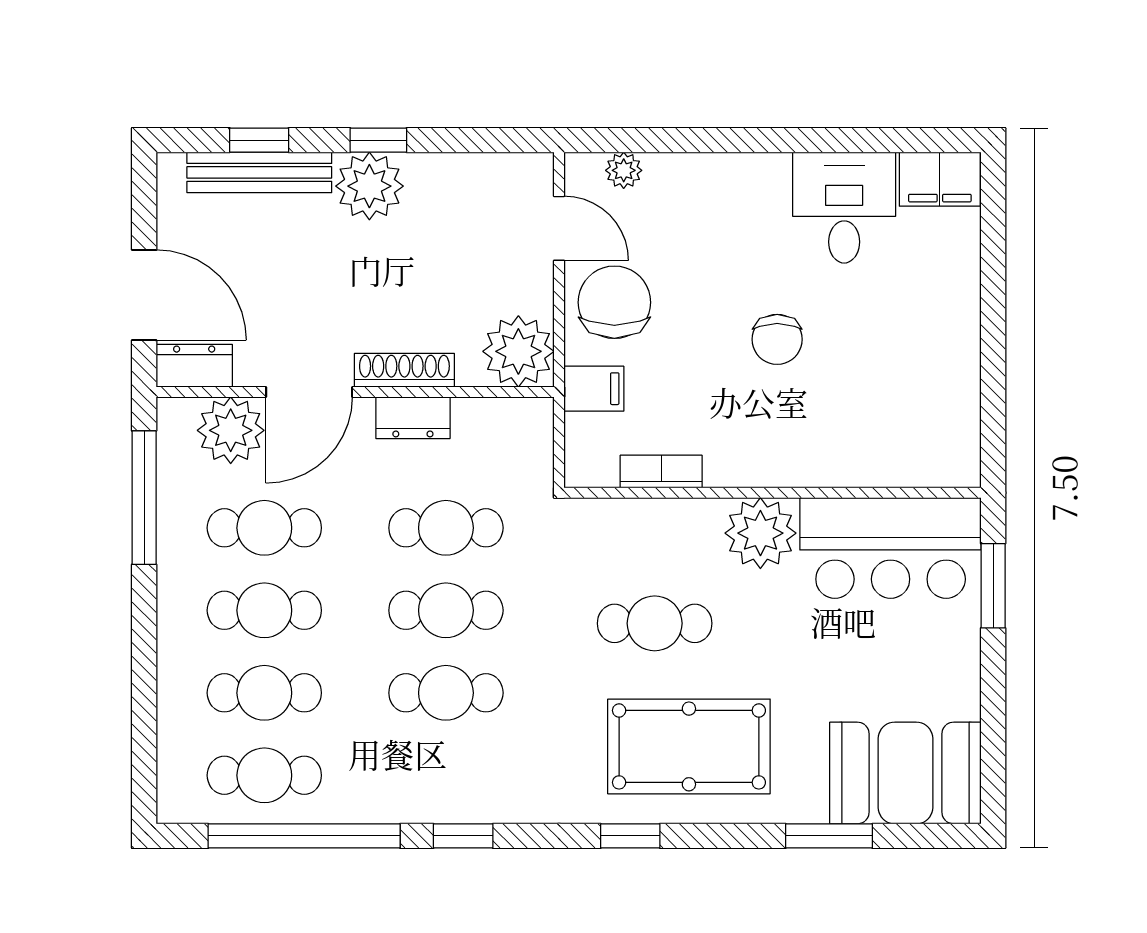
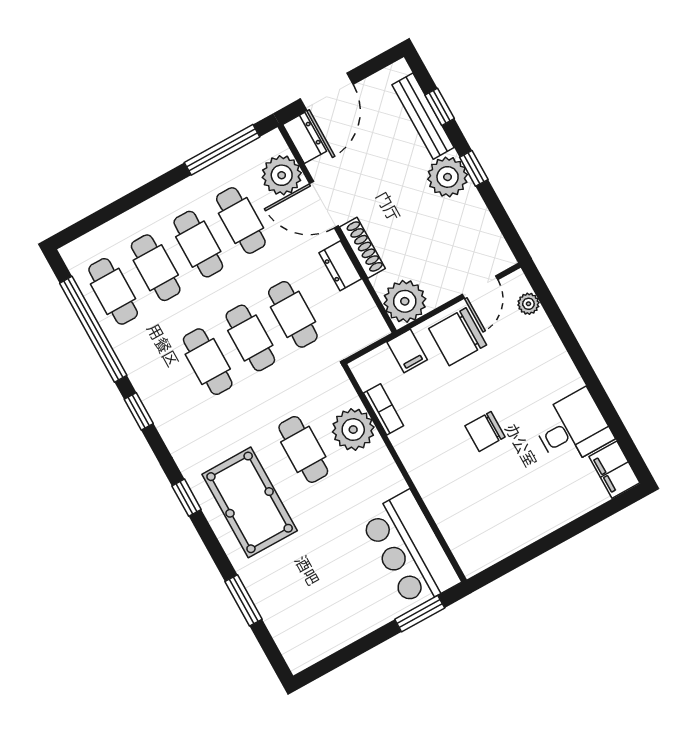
chair: (614, 302) -> (458, 337), turned 180
plant: (760, 533) -> (353, 430), moved
booth: (905, 773) -> (298, 622), removed

